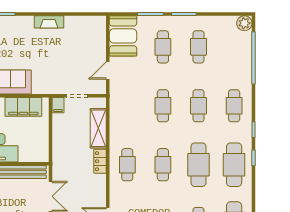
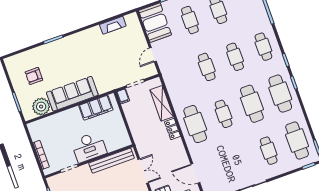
fireplace: (49, 22) -> (113, 25), moved
cafe table: (127, 165) -> (195, 124), width x1.37, depth x1.35

